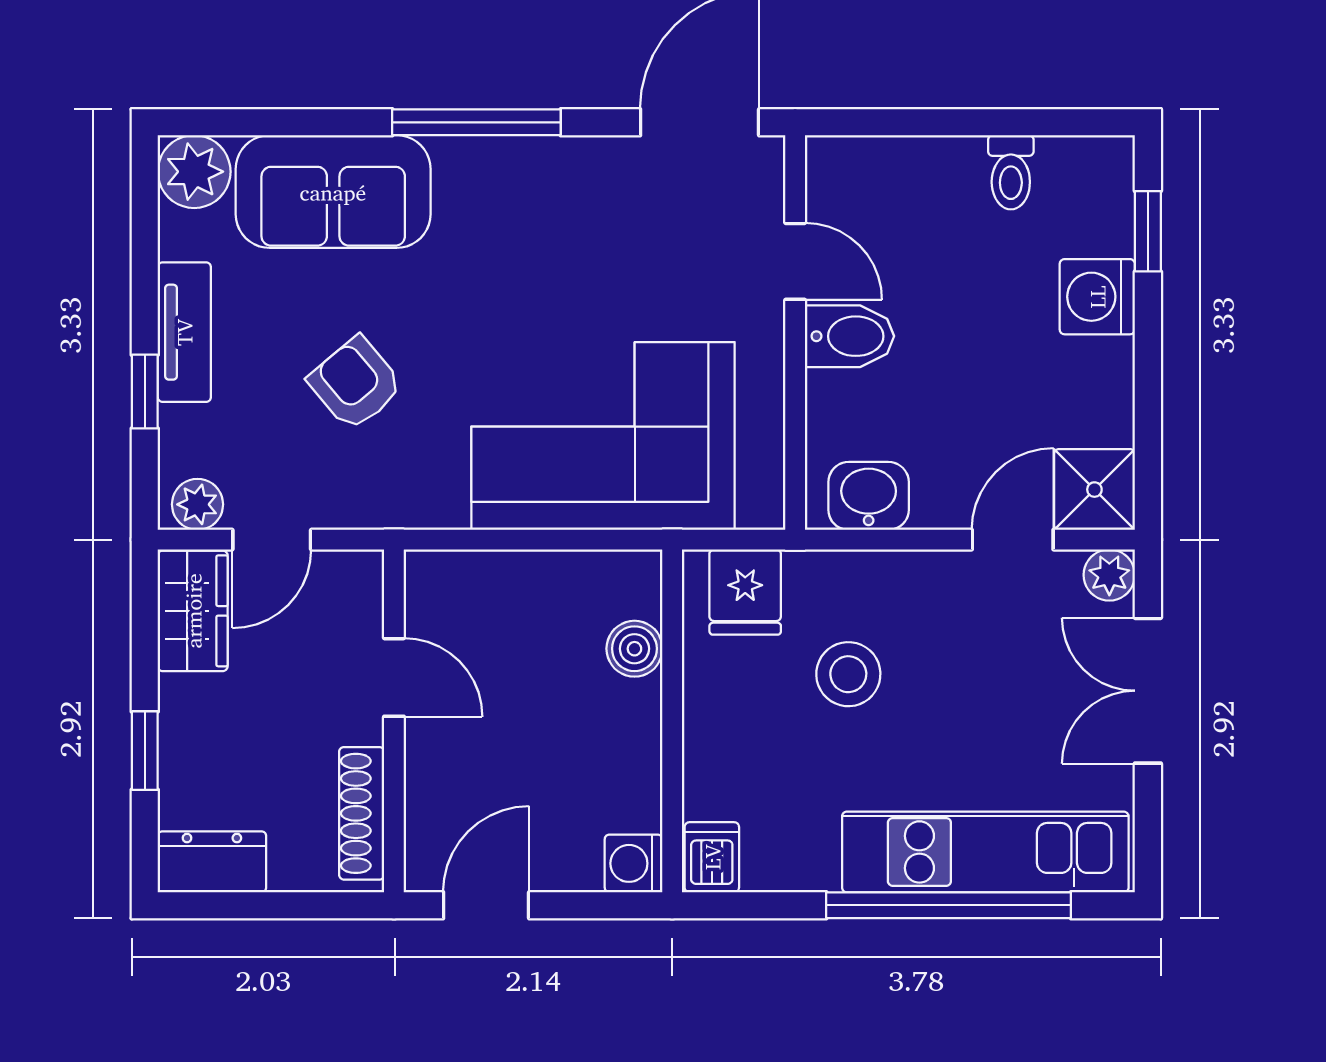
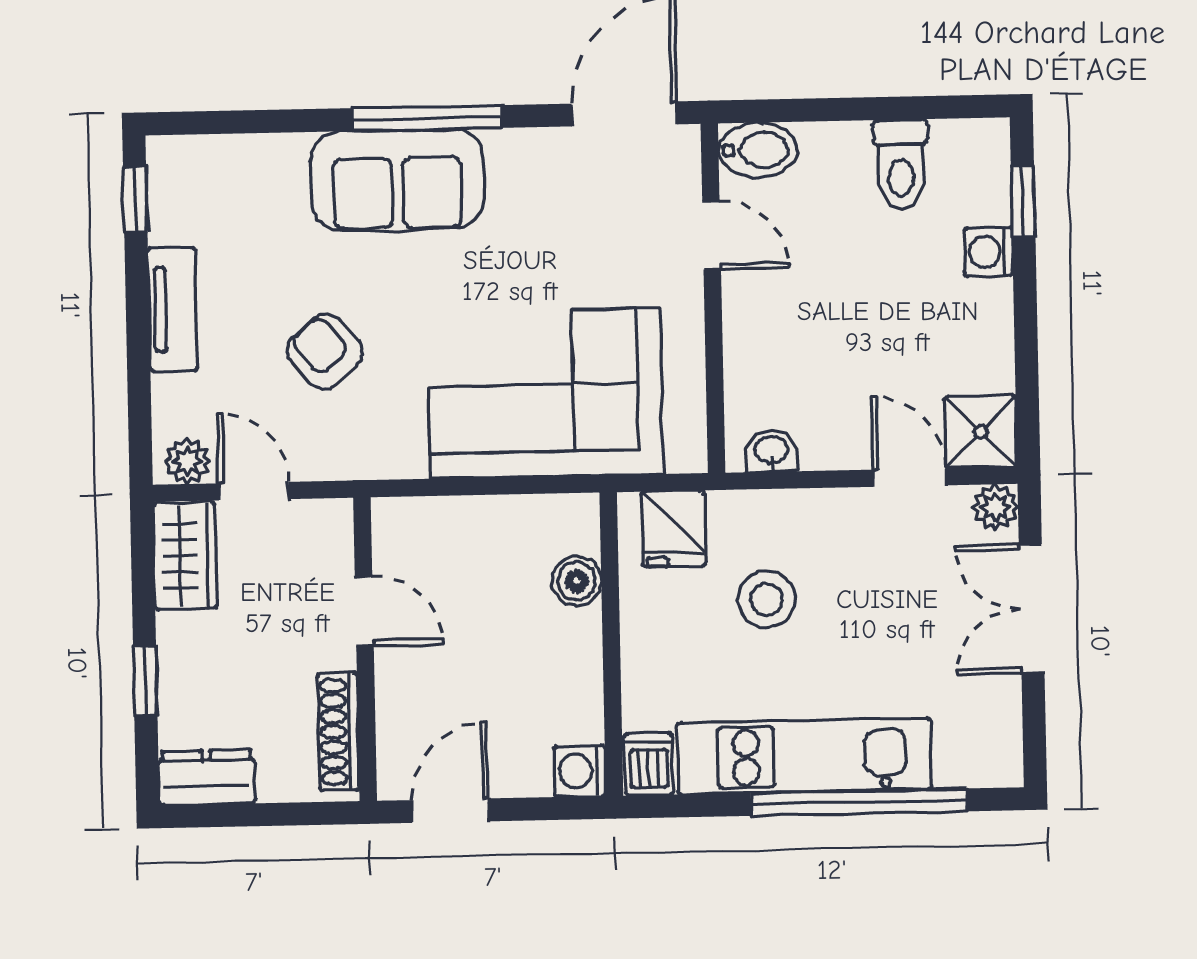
plant: (194, 172) -> (178, 167), removed
toilet: (1011, 172) -> (901, 165), width x1.37, depth x1.39
sofa: (333, 192) -> (397, 180), moved
washing machine: (1097, 297) -> (989, 252), width x0.73, depth x0.73
bidet: (850, 336) -> (758, 150), moved
window: (145, 392) -> (135, 200), moved
washbasin: (869, 496) -> (771, 451), width x0.72, depth x0.69
door: (272, 540) -> (254, 491), swing flipped
door: (1013, 540) -> (909, 477), hinge flipped
kitchen unit: (985, 852) -> (804, 756), moved

